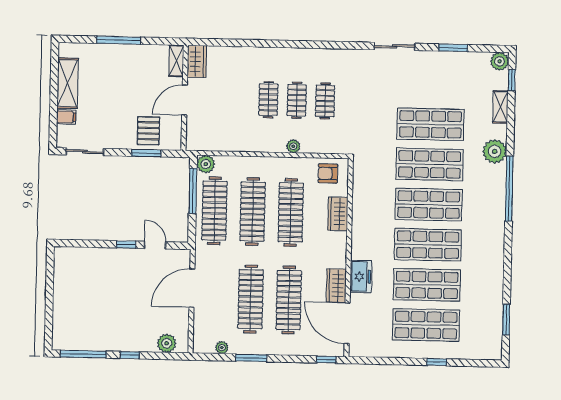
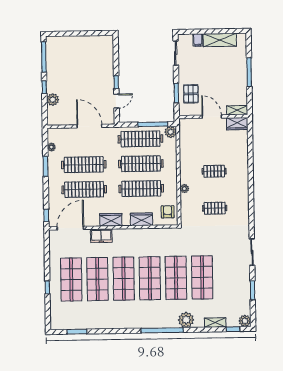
clothes rail: (297, 100) -> (214, 190), removed
pallet: (148, 131) -> (191, 94), turned 90
wardrobe: (336, 286) -> (111, 220), moved
plant: (167, 343) -> (53, 100), moved

